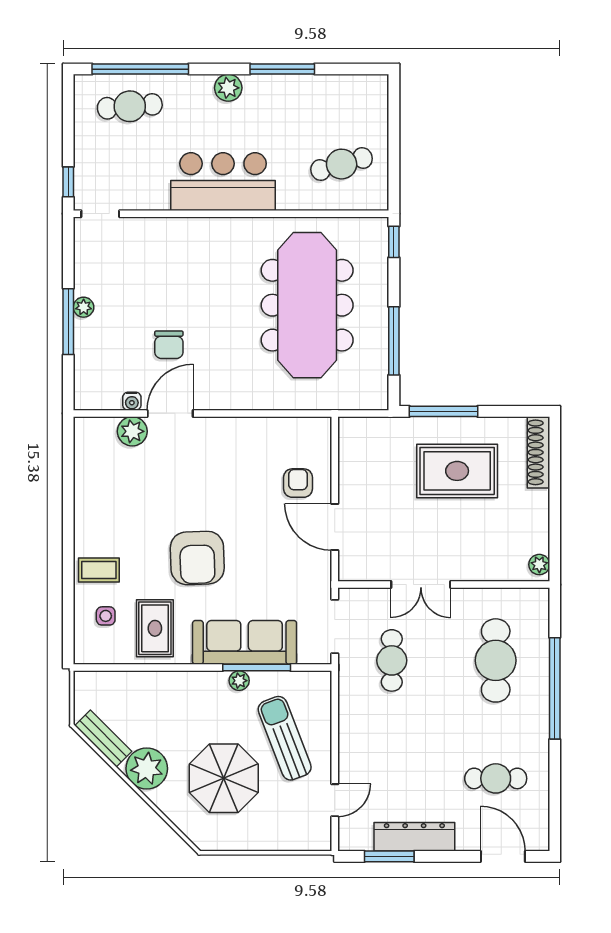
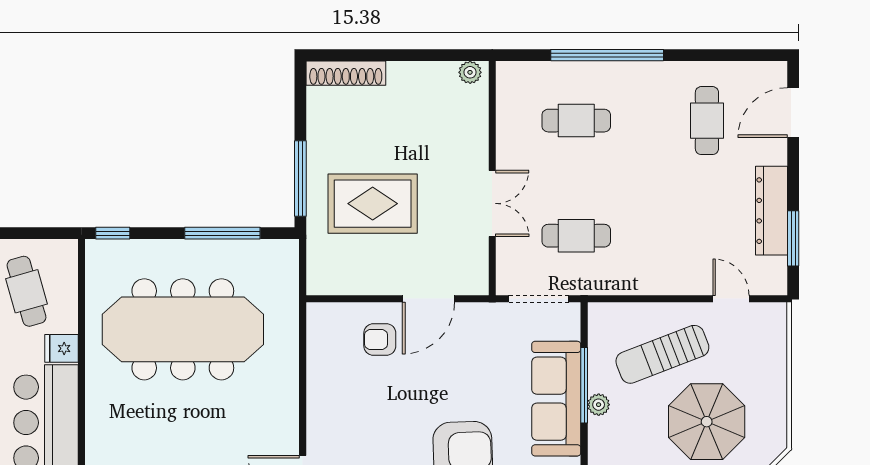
fridge: (290, 196) -> (61, 348), added
rug: (457, 471) -> (373, 204), moved, turned 90
cafe table: (496, 660) -> (576, 121), width x0.73, depth x0.74

